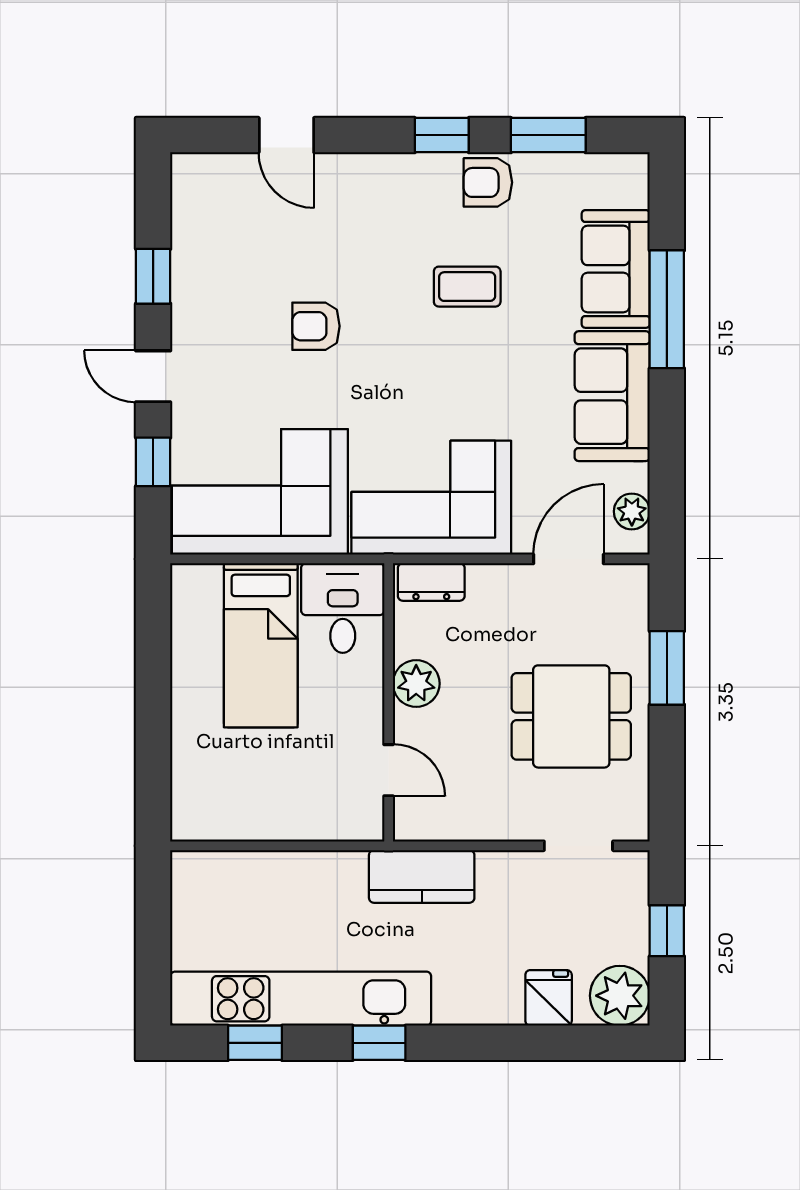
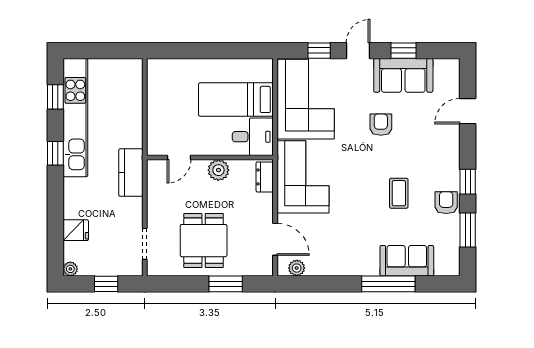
sofa: (612, 396) -> (403, 75), moved, turned 180
plant: (620, 996) -> (70, 269), width x0.53, depth x0.53

